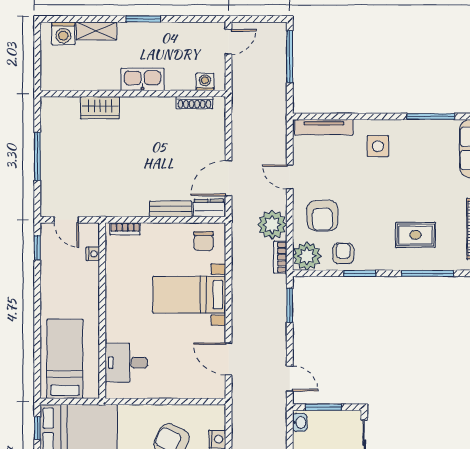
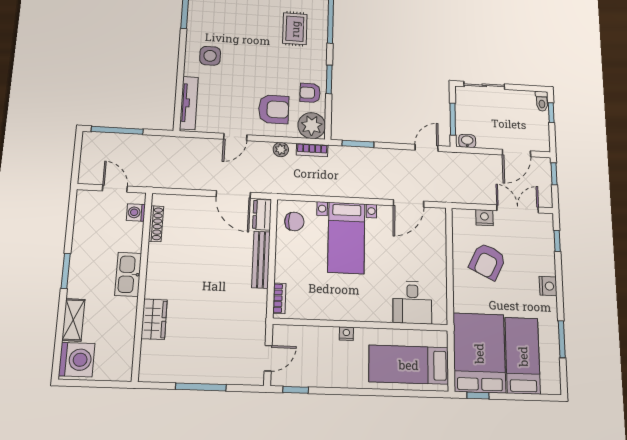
washing machine: (63, 33) -> (77, 360), width x1.37, depth x1.37
door: (229, 42) -> (115, 188), moved
bench: (171, 209) -> (261, 260), width x1.36
plant: (272, 225) -> (281, 149), width x0.53, depth x0.53
nightstand: (93, 254) -> (346, 334), moved

